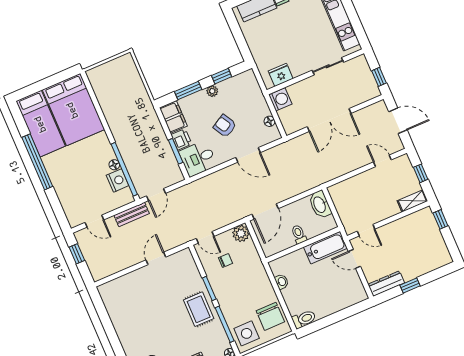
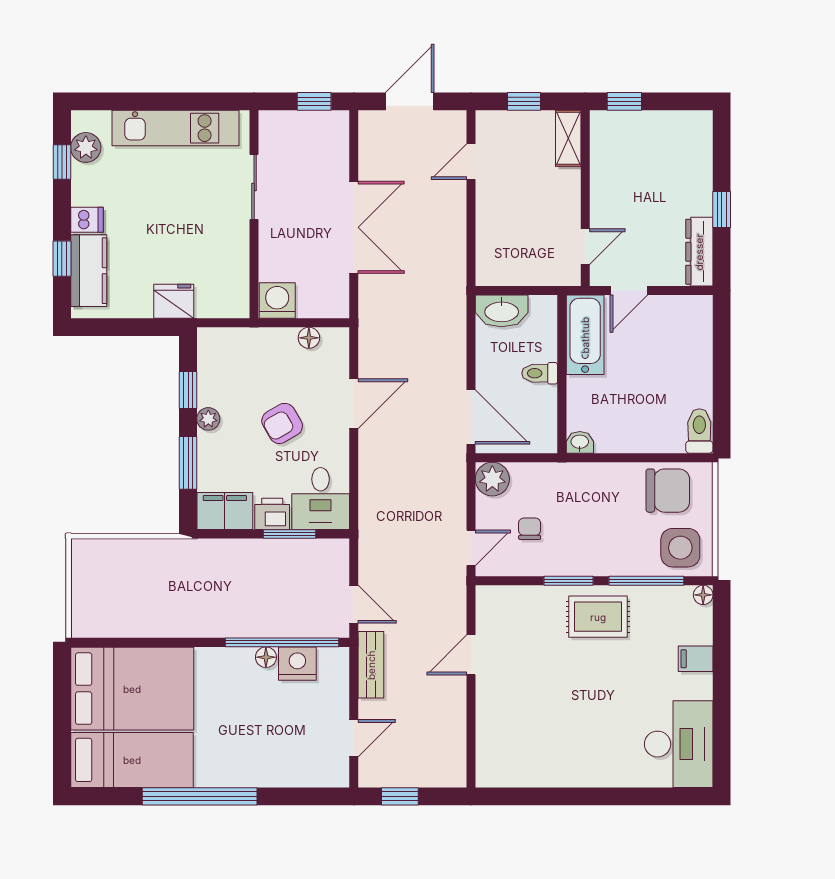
fridge: (281, 75) -> (174, 301), moved, turned 90
door: (156, 258) -> (471, 655), hinge flipped
washbasin: (282, 282) -> (580, 442), moved

